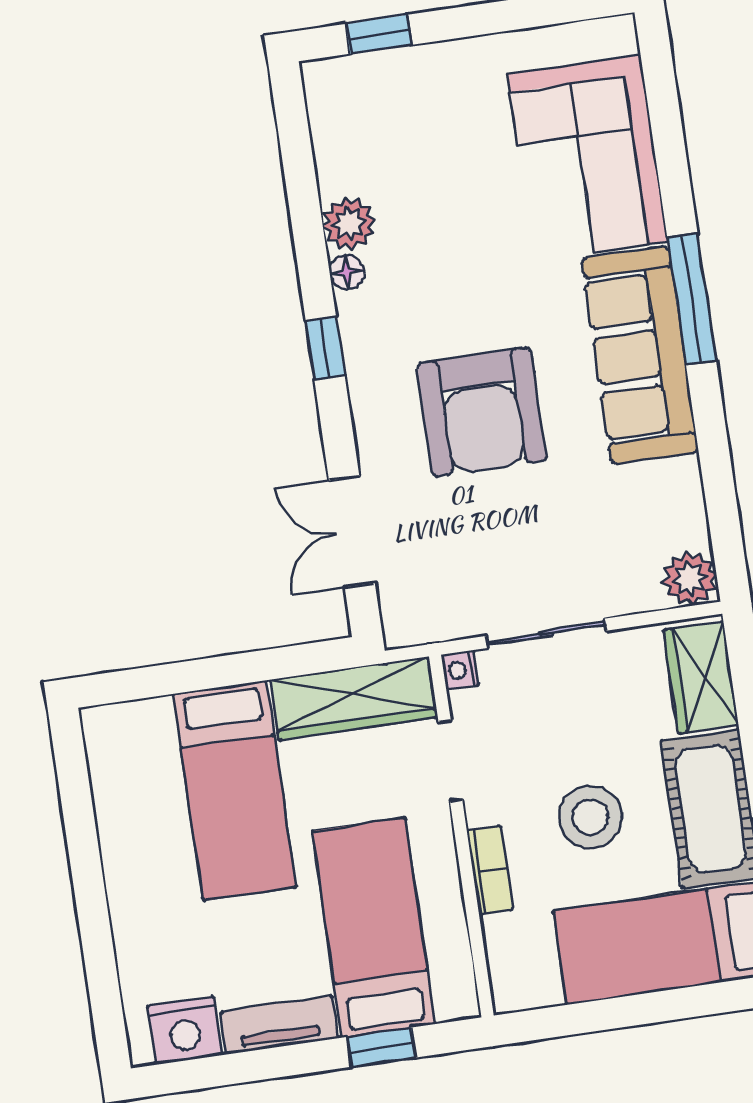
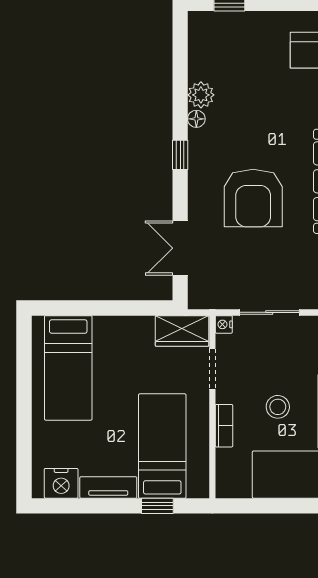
wardrobe: (353, 699) -> (182, 331), width x0.67
bed: (235, 790) -> (68, 368), moved
stool: (590, 817) -> (278, 407), width x0.73, depth x0.73

